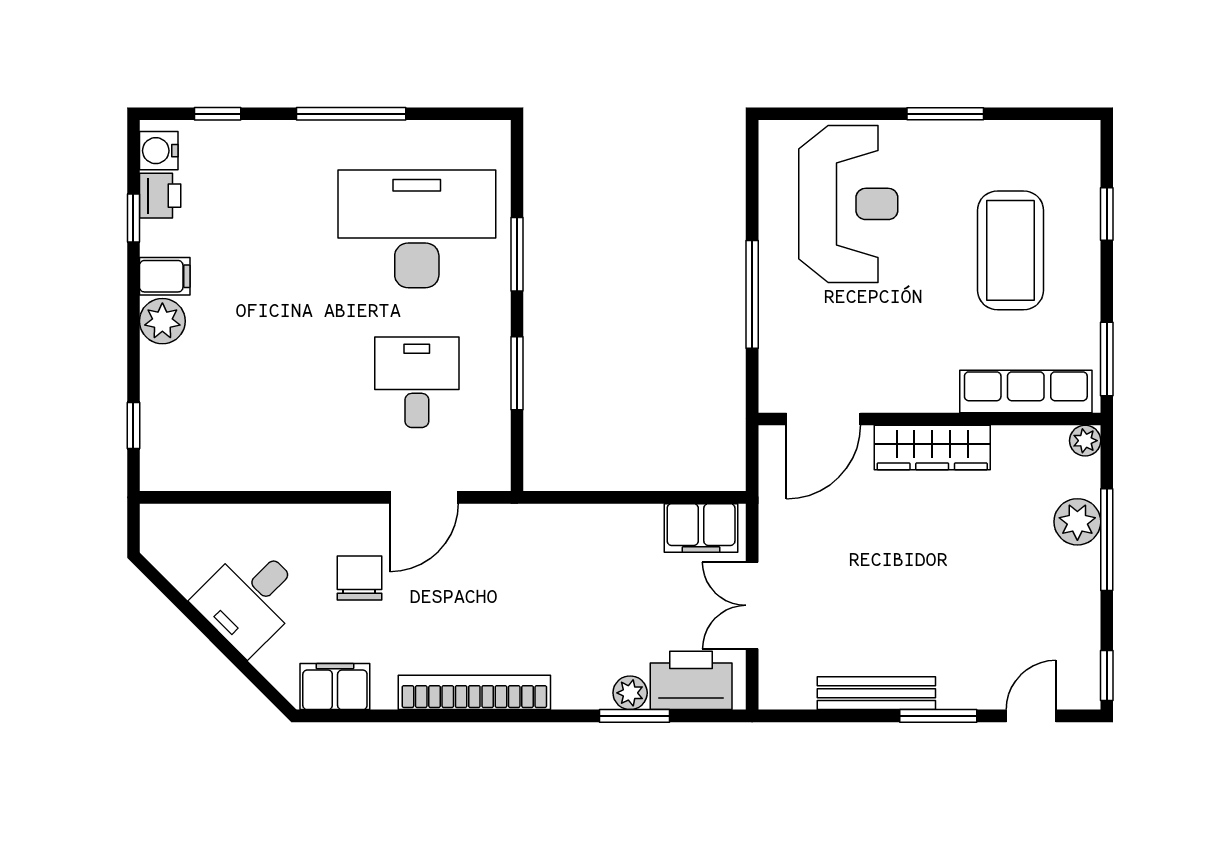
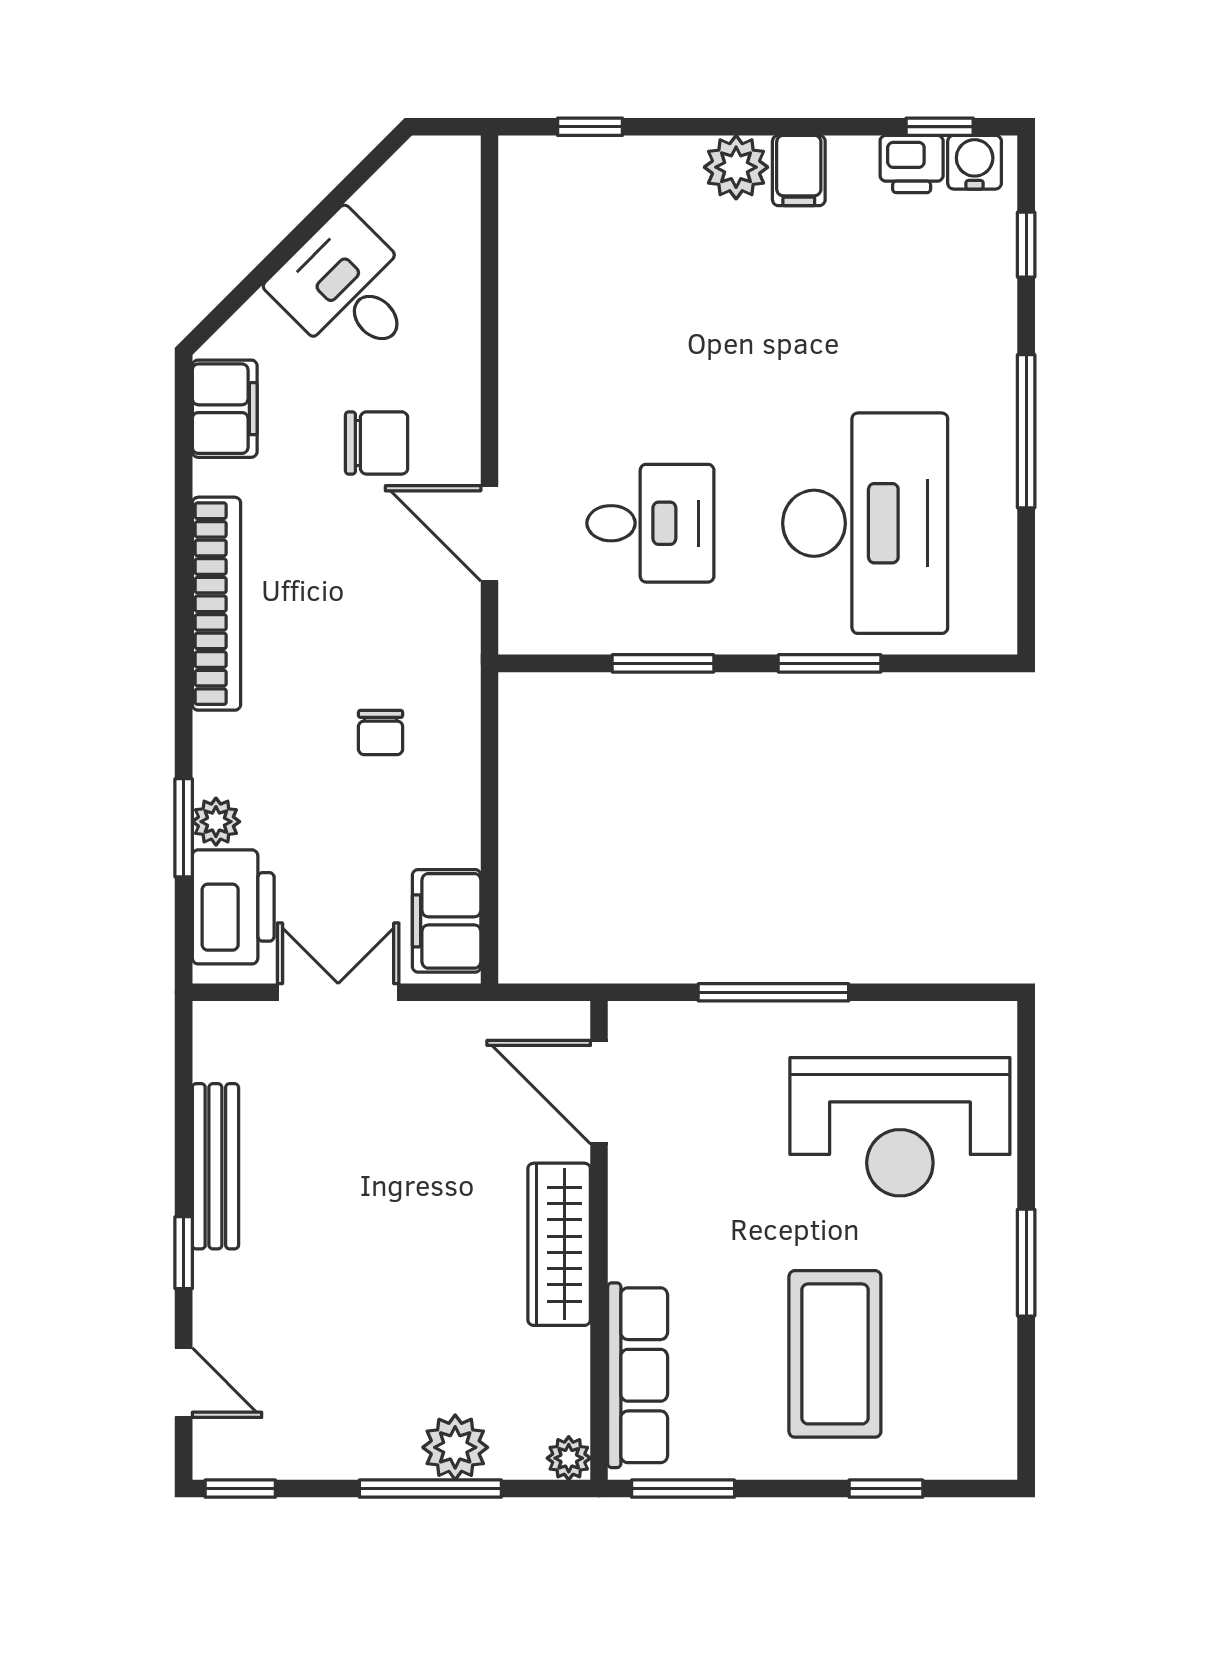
window: (133, 218) -> (940, 127), moved
coffee table: (1011, 250) -> (835, 1354), turned 90
chair: (566, 575) -> (381, 733), added
window: (938, 716) -> (184, 1253), width x0.67

